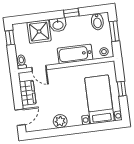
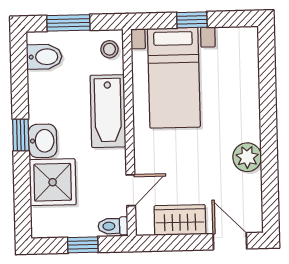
window: (71, 13) -> (21, 135), moved
window: (10, 38) -> (83, 245), moved
bed with nightstands: (99, 99) -> (174, 78), moved, turned -90

